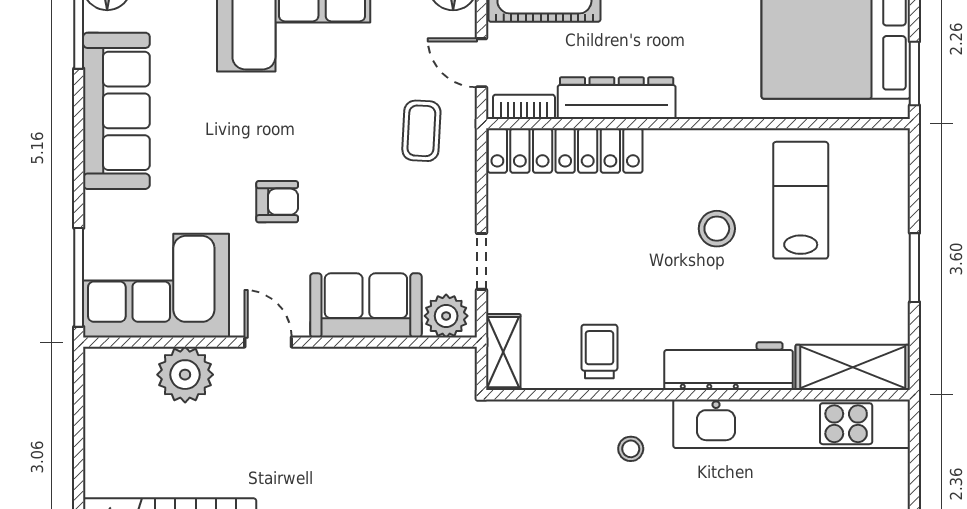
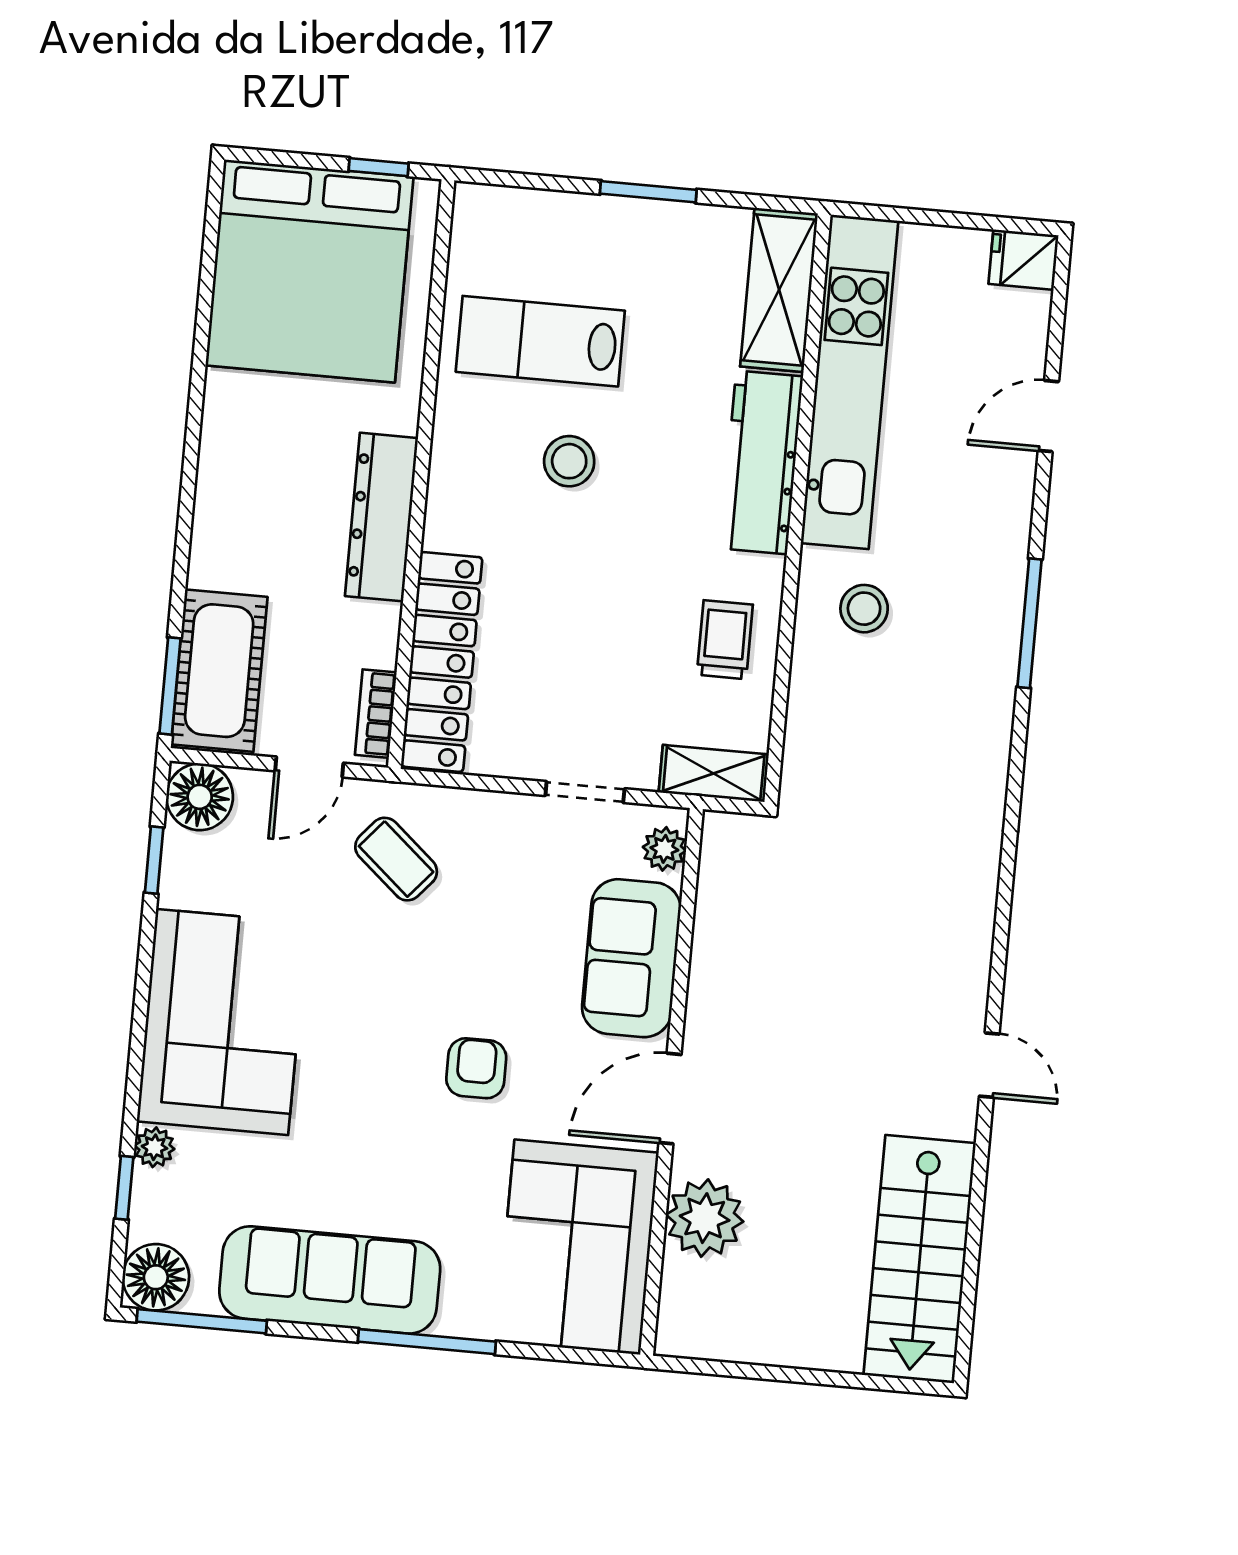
window: (914, 73) -> (379, 167), width x0.67
dresser: (617, 98) -> (382, 517), moved
coffee table: (421, 131) -> (396, 859), turned 38
window: (79, 277) -> (427, 1342), moved
plant: (446, 316) -> (664, 849), width x0.73, depth x0.73
door: (268, 342) -> (670, 1099), width x1.38
trolley: (599, 351) -> (725, 640), turned 90
stool: (631, 449) -> (864, 609), width x1.37, depth x1.37

